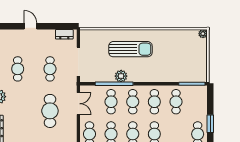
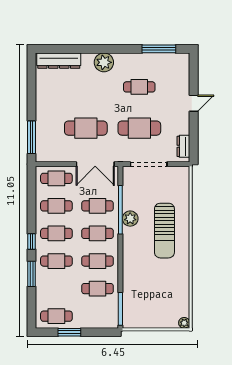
cafe table: (50, 69) -> (139, 128), width x1.37, depth x1.35
double door: (78, 104) -> (95, 164), width x1.37

